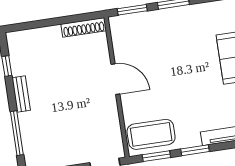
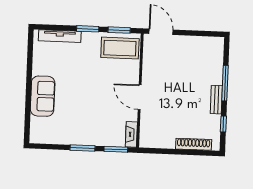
shoe rack: (84, 27) -> (194, 144), moved
fireplace: (117, 32) -> (131, 134), added
window: (17, 133) -> (225, 83), moved

